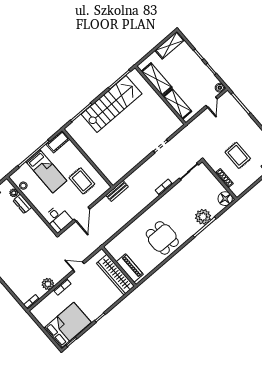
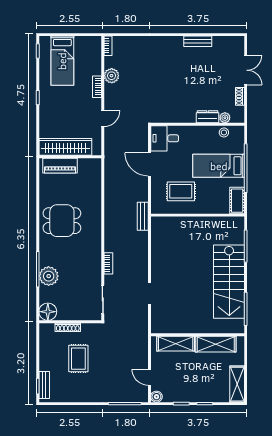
rug: (238, 155) -> (78, 359), turned 90
bed: (67, 325) -> (62, 61), width x0.67

